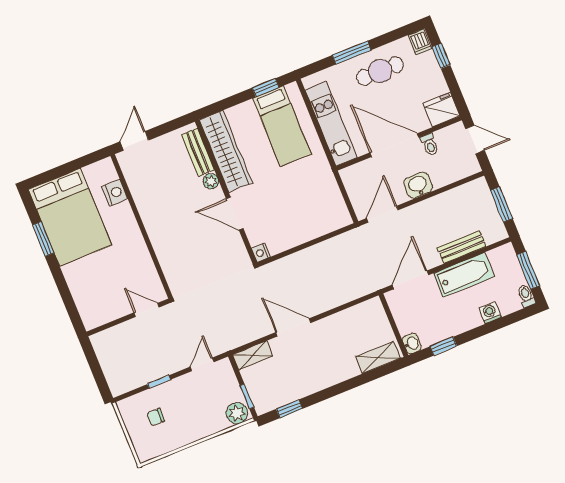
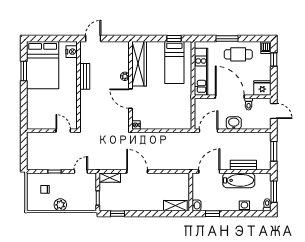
bench: (198, 152) -> (85, 76), moved
nightstand: (115, 193) -> (72, 52), moved
plant: (237, 413) -> (60, 205), moved

